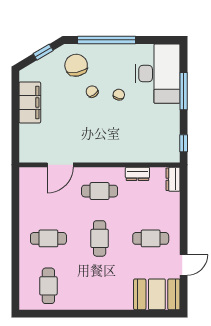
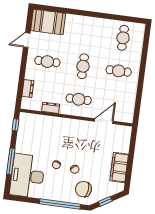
chair: (76, 65) -> (83, 189), turned 108
dresser: (173, 179) -> (28, 89), moved

